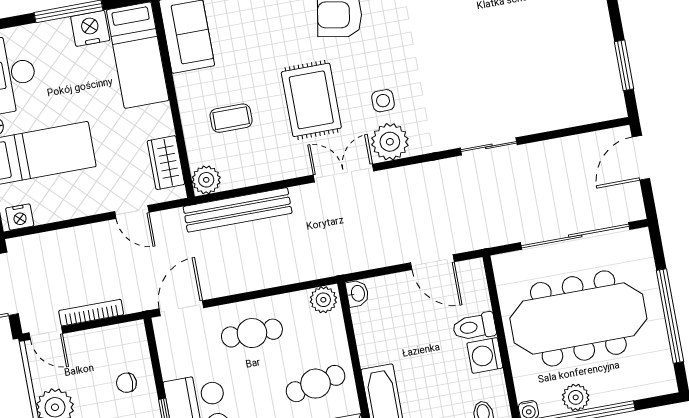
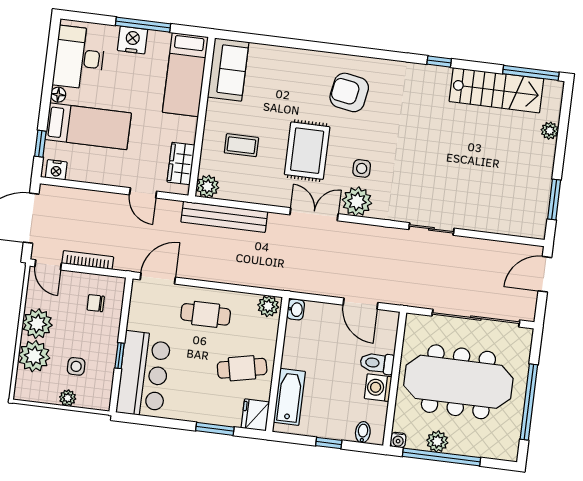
nightstand: (90, 28) -> (133, 40), moved
chair: (126, 383) -> (96, 303), moved

